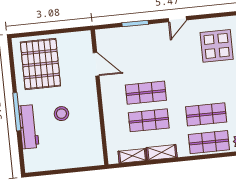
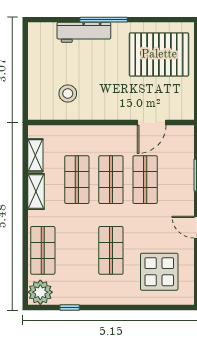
shop shelf: (143, 65) -> (145, 180), added
stool: (61, 114) -> (68, 94), moved
shop shelf: (206, 114) -> (111, 250), moved

